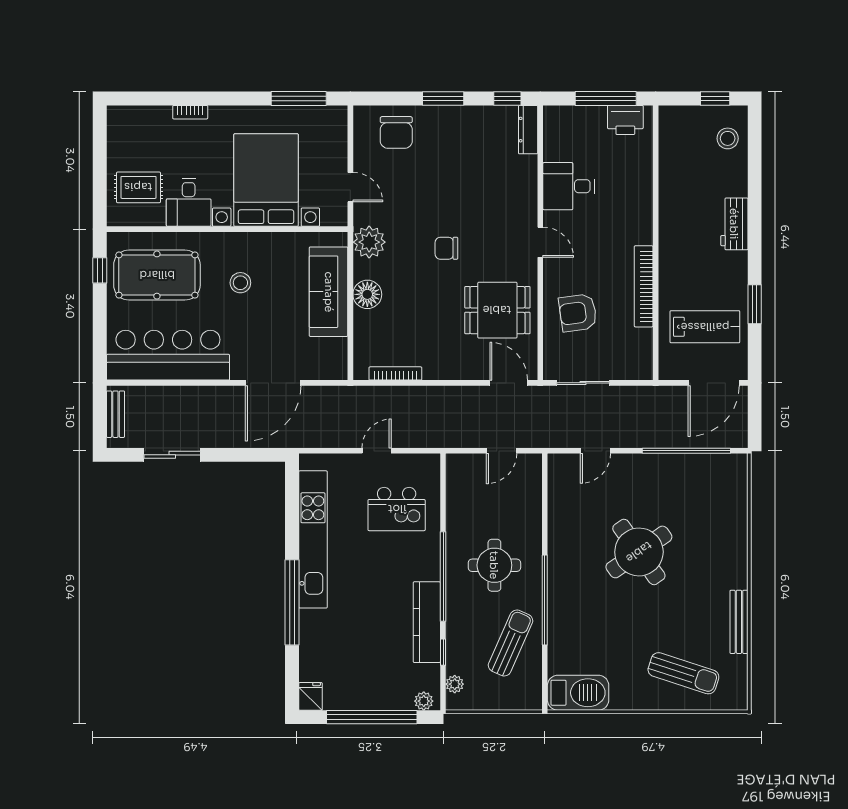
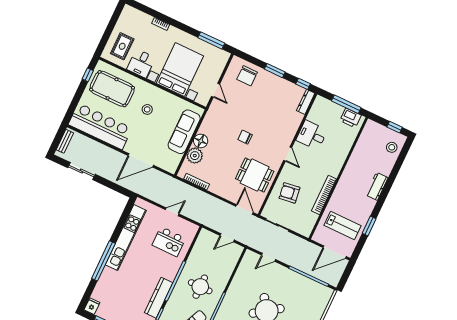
rug: (138, 187) -> (122, 46), turned 90
plant: (369, 242) -> (195, 156), moved

